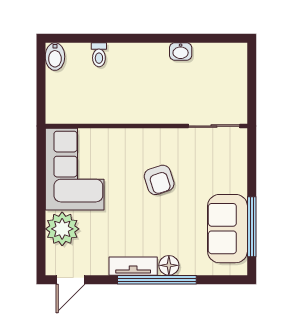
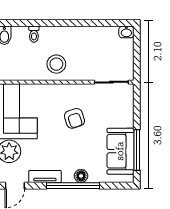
washbasin: (181, 51) -> (126, 32), moved
stool: (132, 99) -> (56, 64), added
tv unit: (133, 266) -> (45, 176), moved

